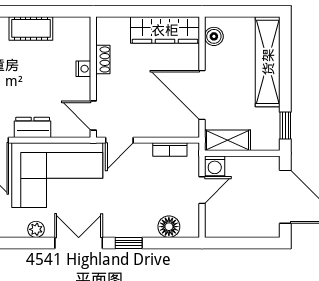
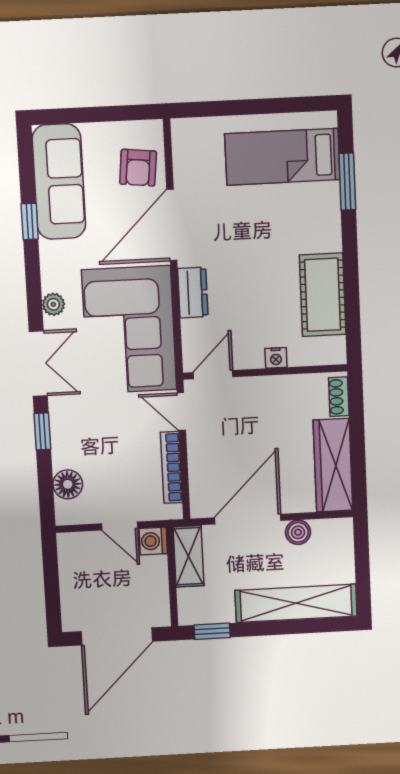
cot: (31, 28) -> (323, 295), width x1.37, depth x1.34
boiler: (214, 36) -> (298, 532), moved
shoe rack: (103, 59) -> (339, 397), moved, turned 90
bookcase: (170, 150) -> (171, 467), width x1.56

